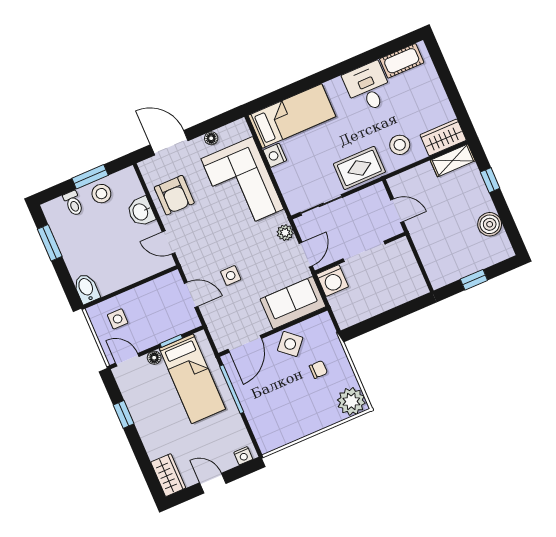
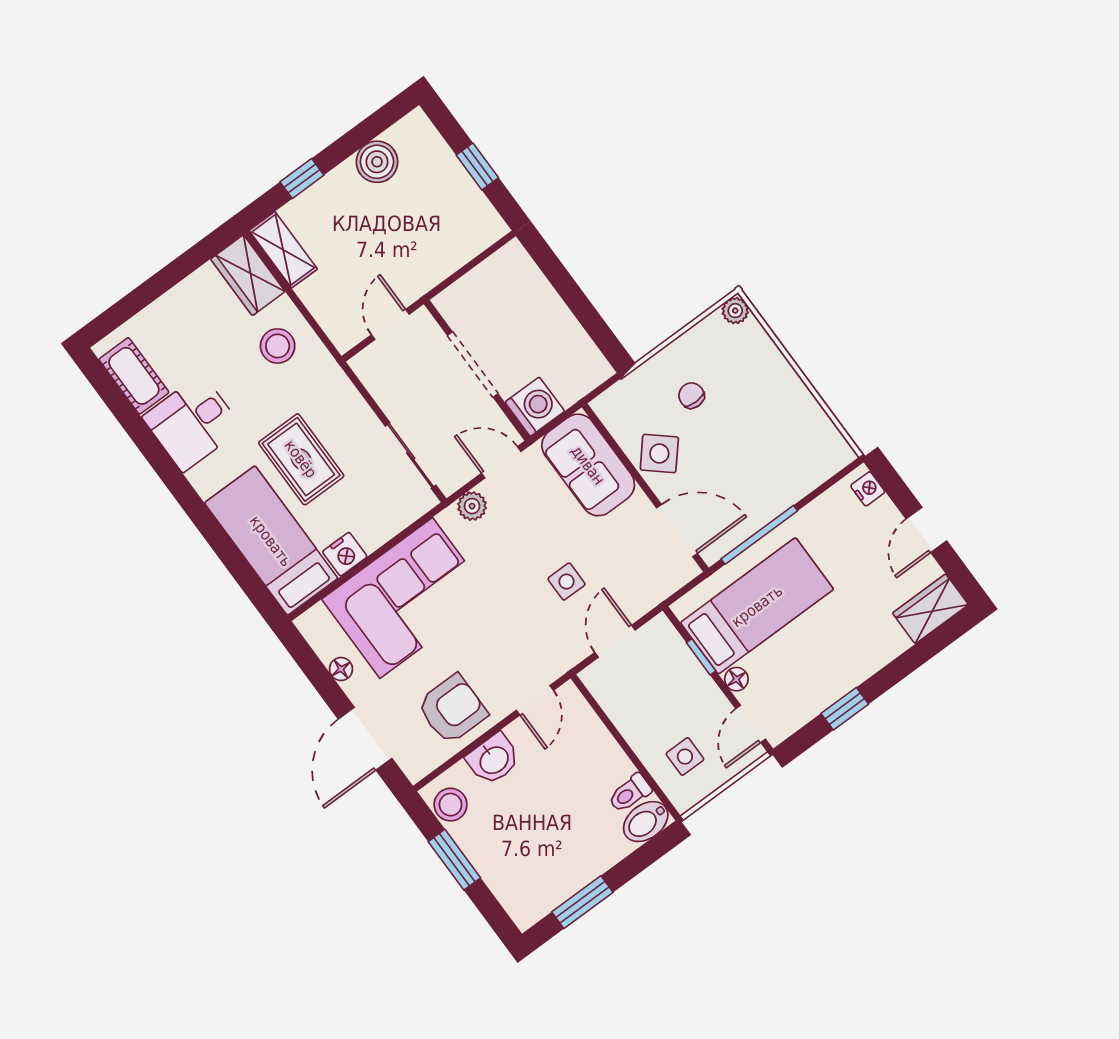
rug: (359, 168) -> (301, 459), moved
stool: (101, 194) -> (451, 805), moved
toilet: (73, 203) -> (630, 793), moved, turned 180
plant: (351, 401) -> (735, 311), width x0.53, depth x0.53

